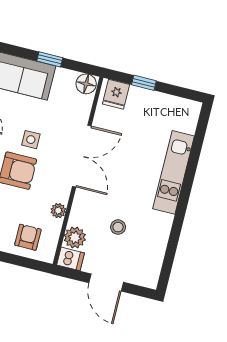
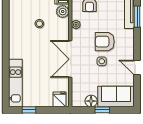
window: (144, 83) -> (29, 110), moved
floor lamp: (86, 84) -> (91, 101), moved
kitchen unit: (174, 172) -> (15, 83), moved

